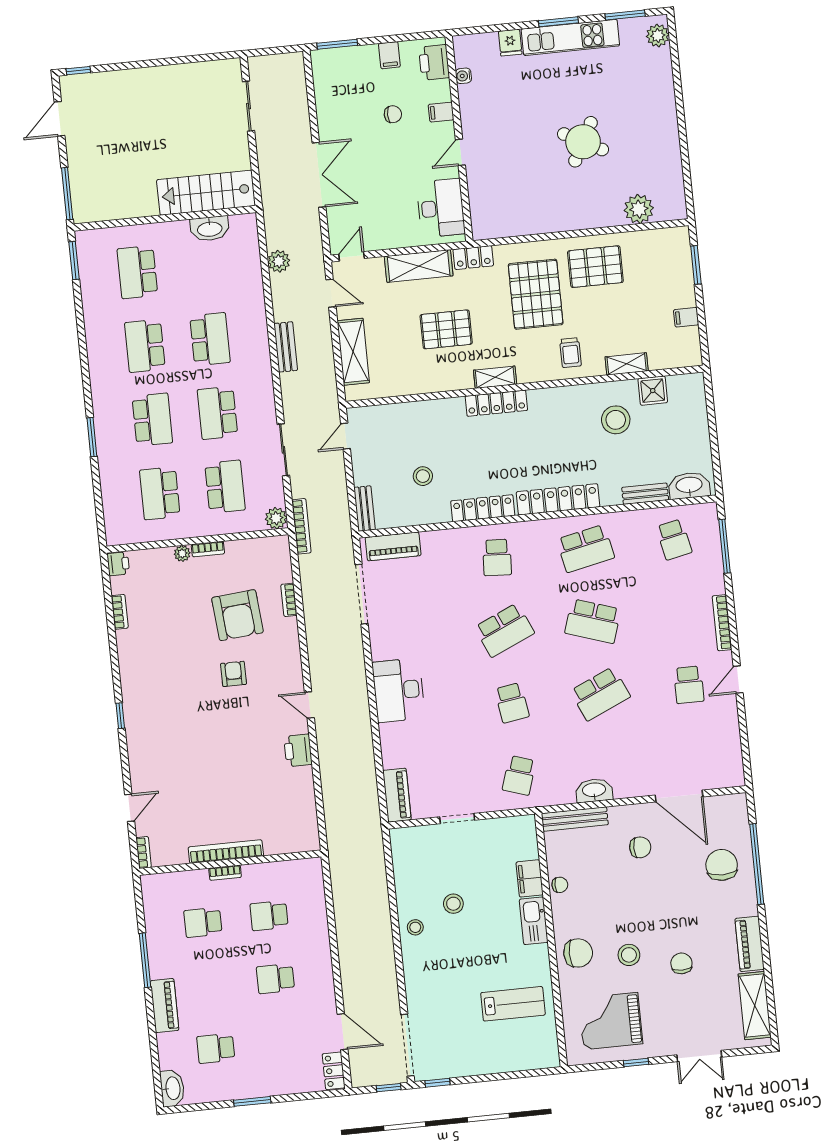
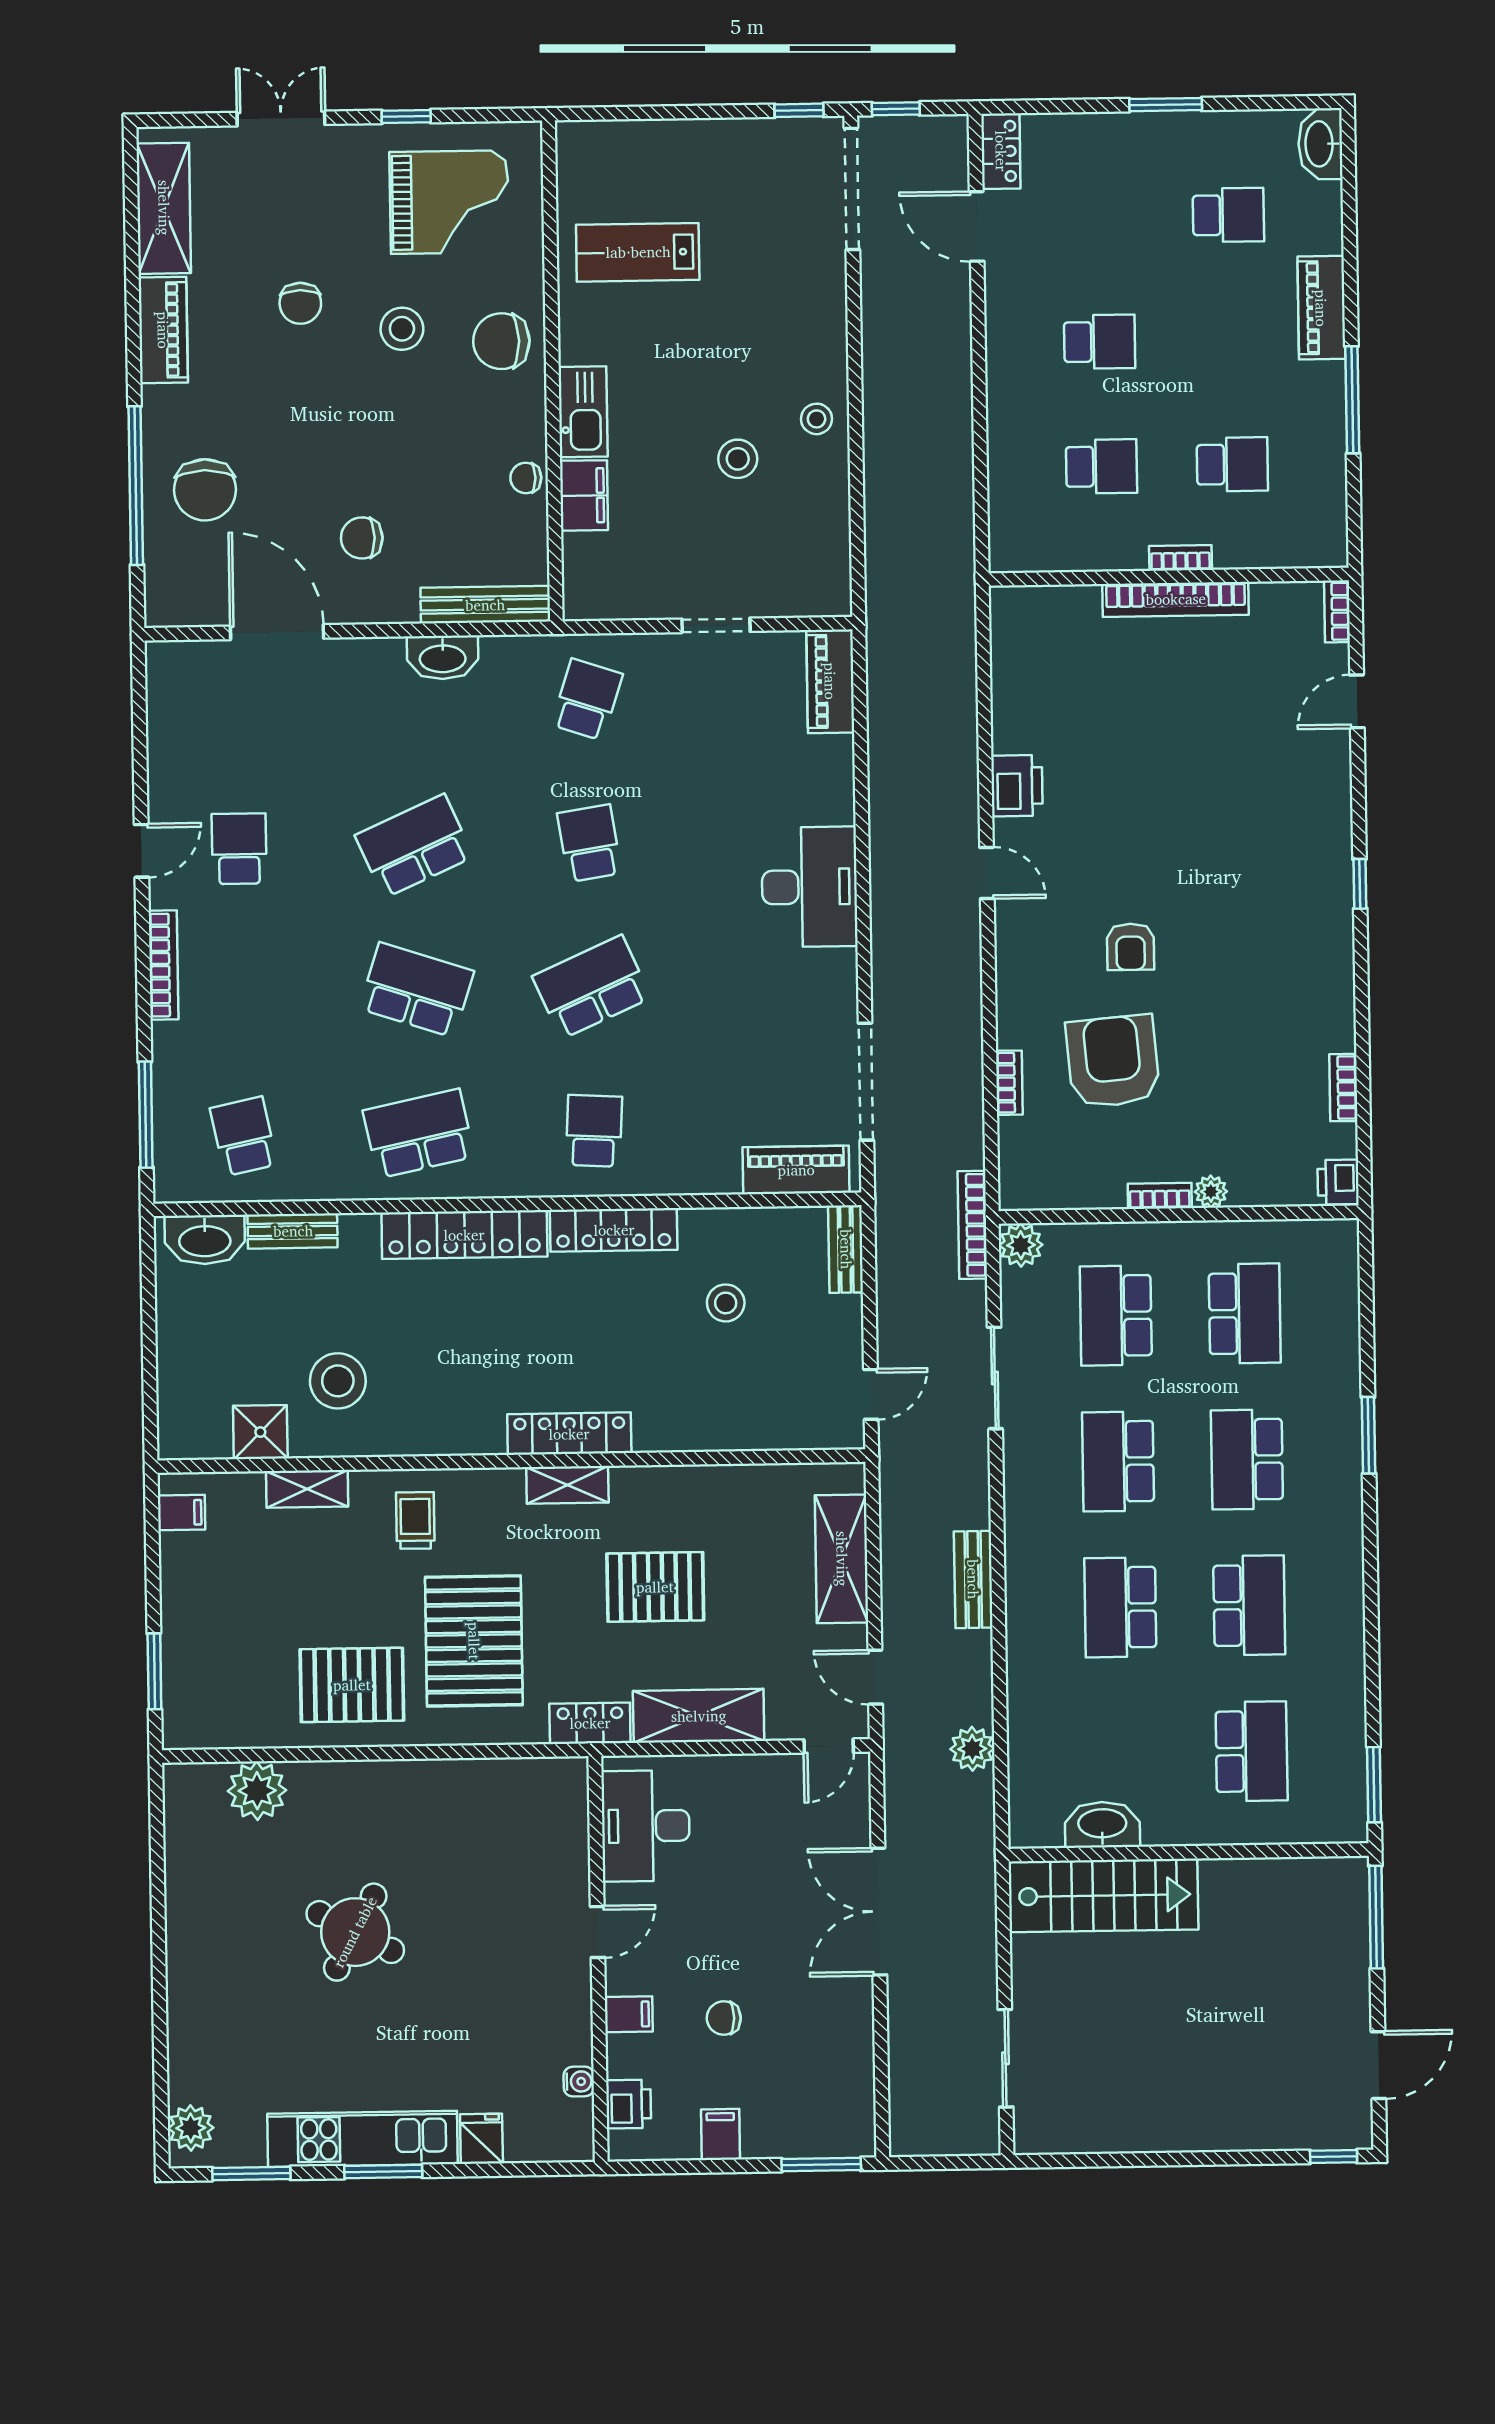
printer: (434, 62) -> (629, 2104), width x0.73, depth x0.81
filing cabinet: (686, 317) -> (181, 1513), moved
school desk: (217, 413) -> (1118, 1461), turned 180

